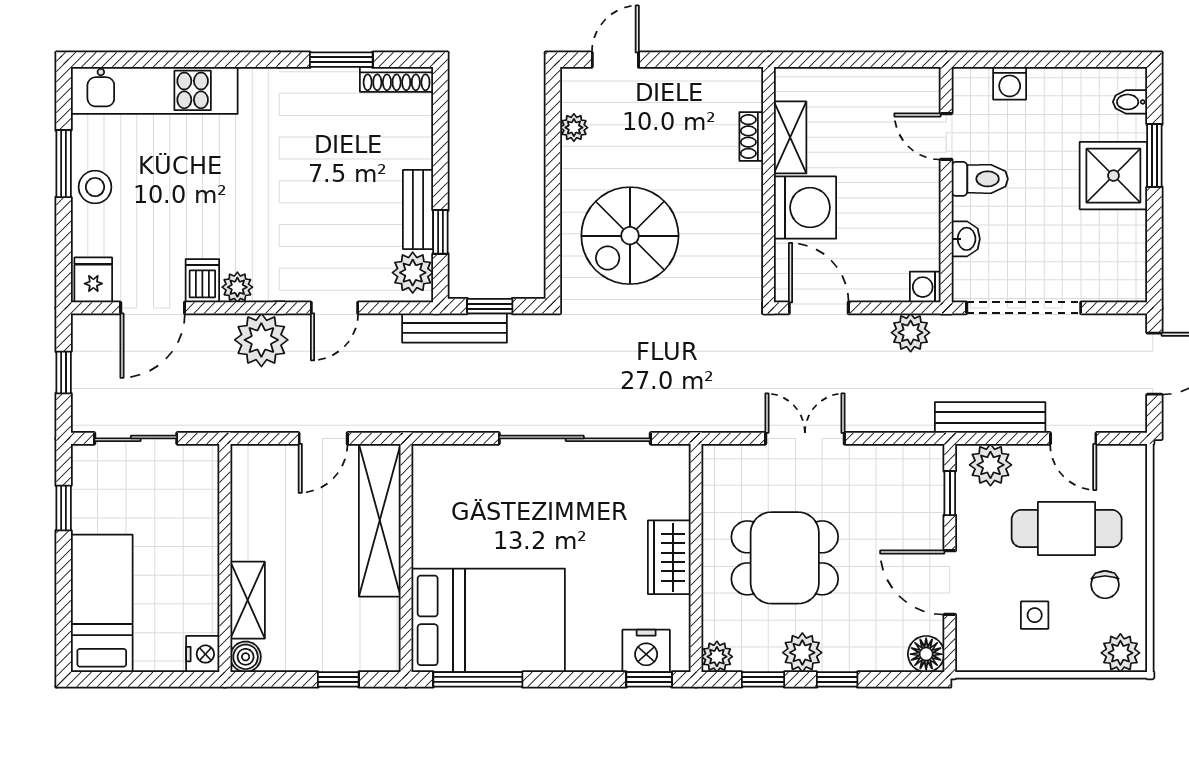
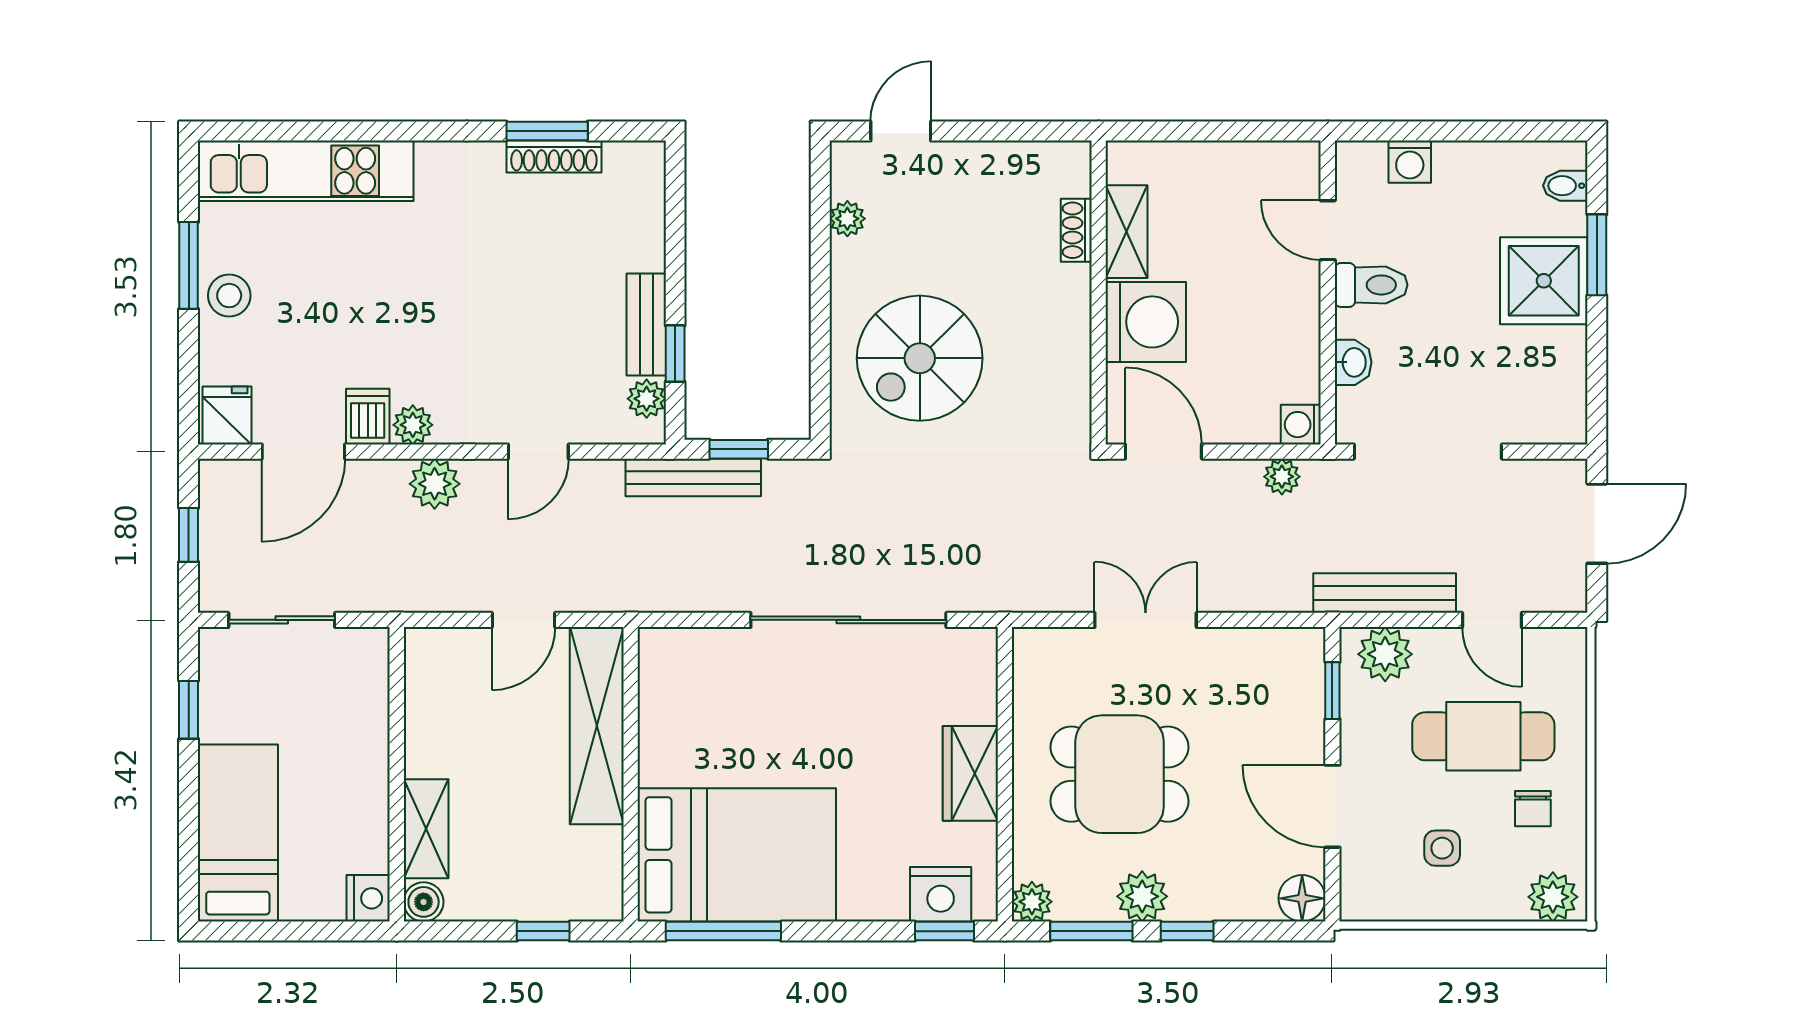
shoe rack: (397, 79) -> (554, 157), moved
plant: (413, 273) -> (647, 399), width x0.73, depth x0.73
plant: (911, 333) -> (1282, 477), width x0.73, depth x0.73
plant: (261, 340) -> (435, 484), width x0.73, depth x0.73
window: (763, 679) -> (1091, 931), width x1.50

